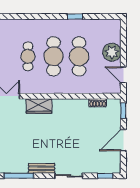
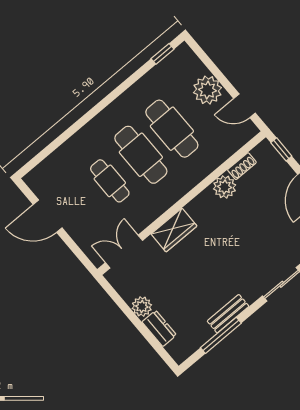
window: (75, 17) -> (163, 54), moved
plant: (81, 106) -> (225, 187), added
bench: (42, 168) -> (228, 314), moved

